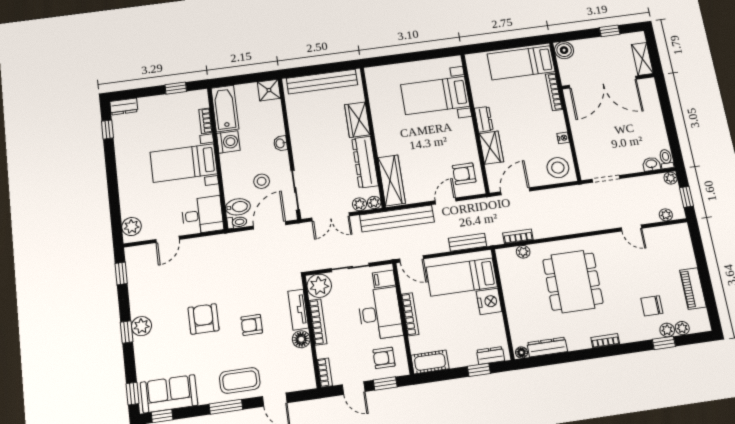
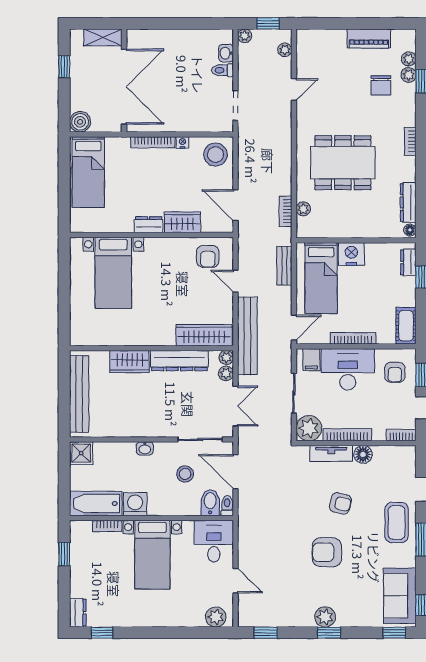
bookcase: (554, 92) -> (153, 142), moved
toilet: (666, 159) -> (222, 70), moved
armchair: (252, 325) -> (340, 503), turned -77

